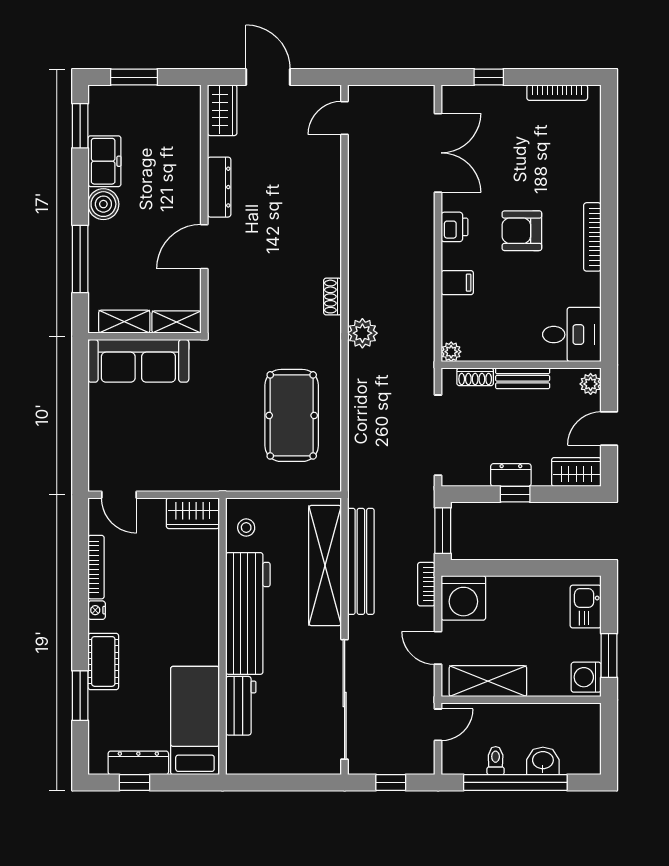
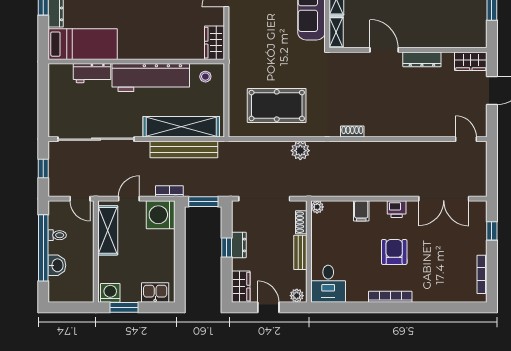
plant: (362, 333) -> (300, 151), moved

